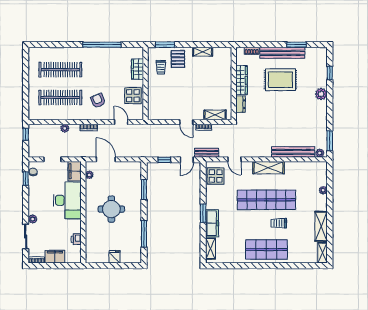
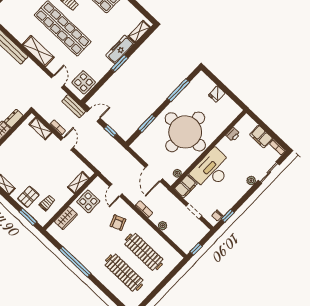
shelving: (152, 102) -> (78, 183), added
round table: (111, 209) -> (185, 132), width x1.86, depth x1.86

